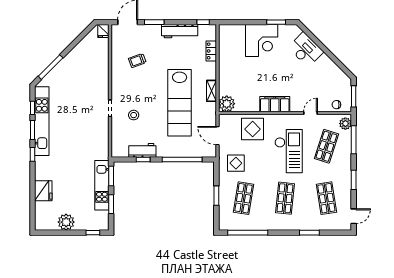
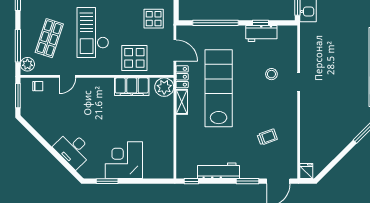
locker: (211, 51) -> (182, 77), moved
filing cabinet: (275, 104) -> (132, 87), moved

